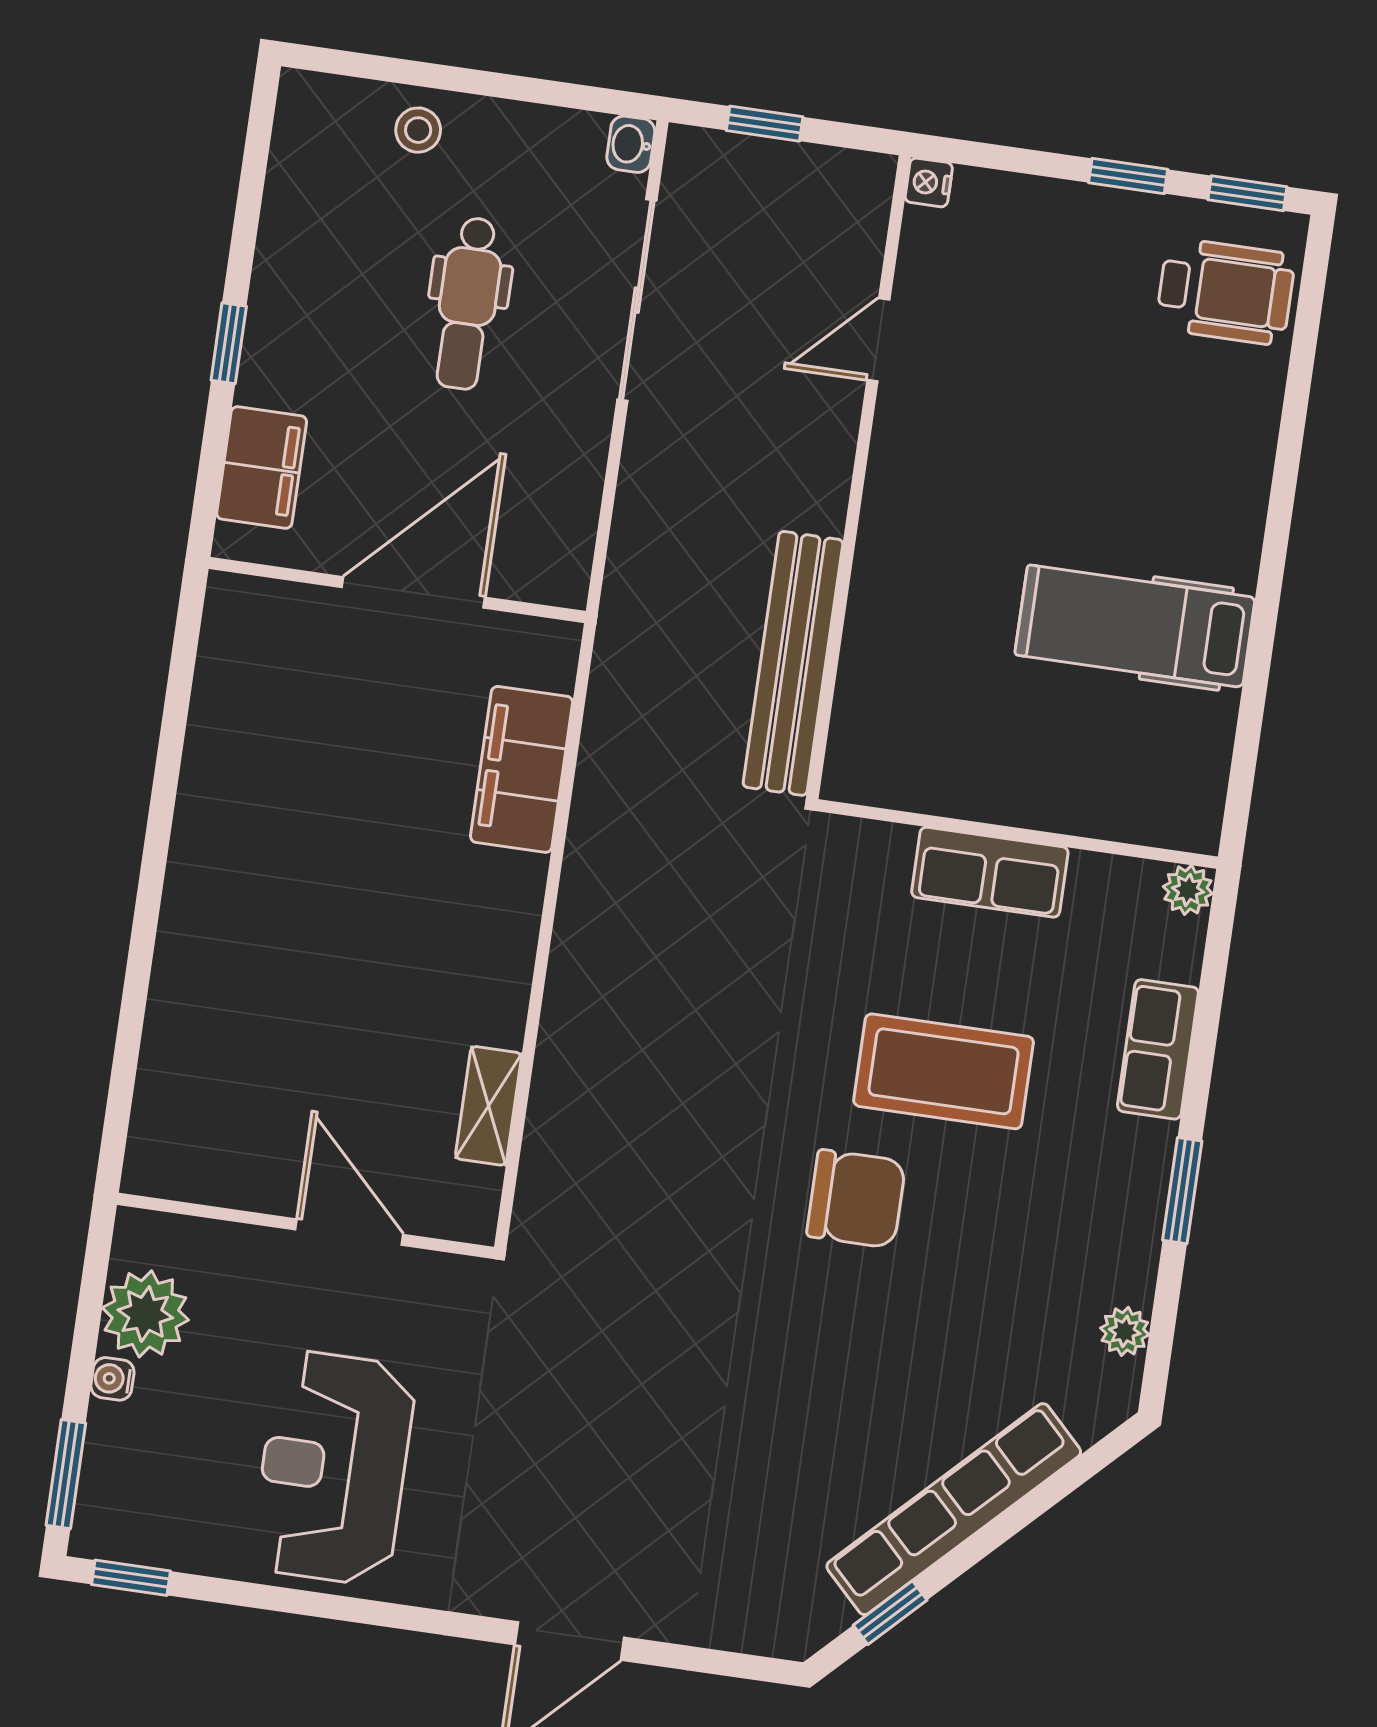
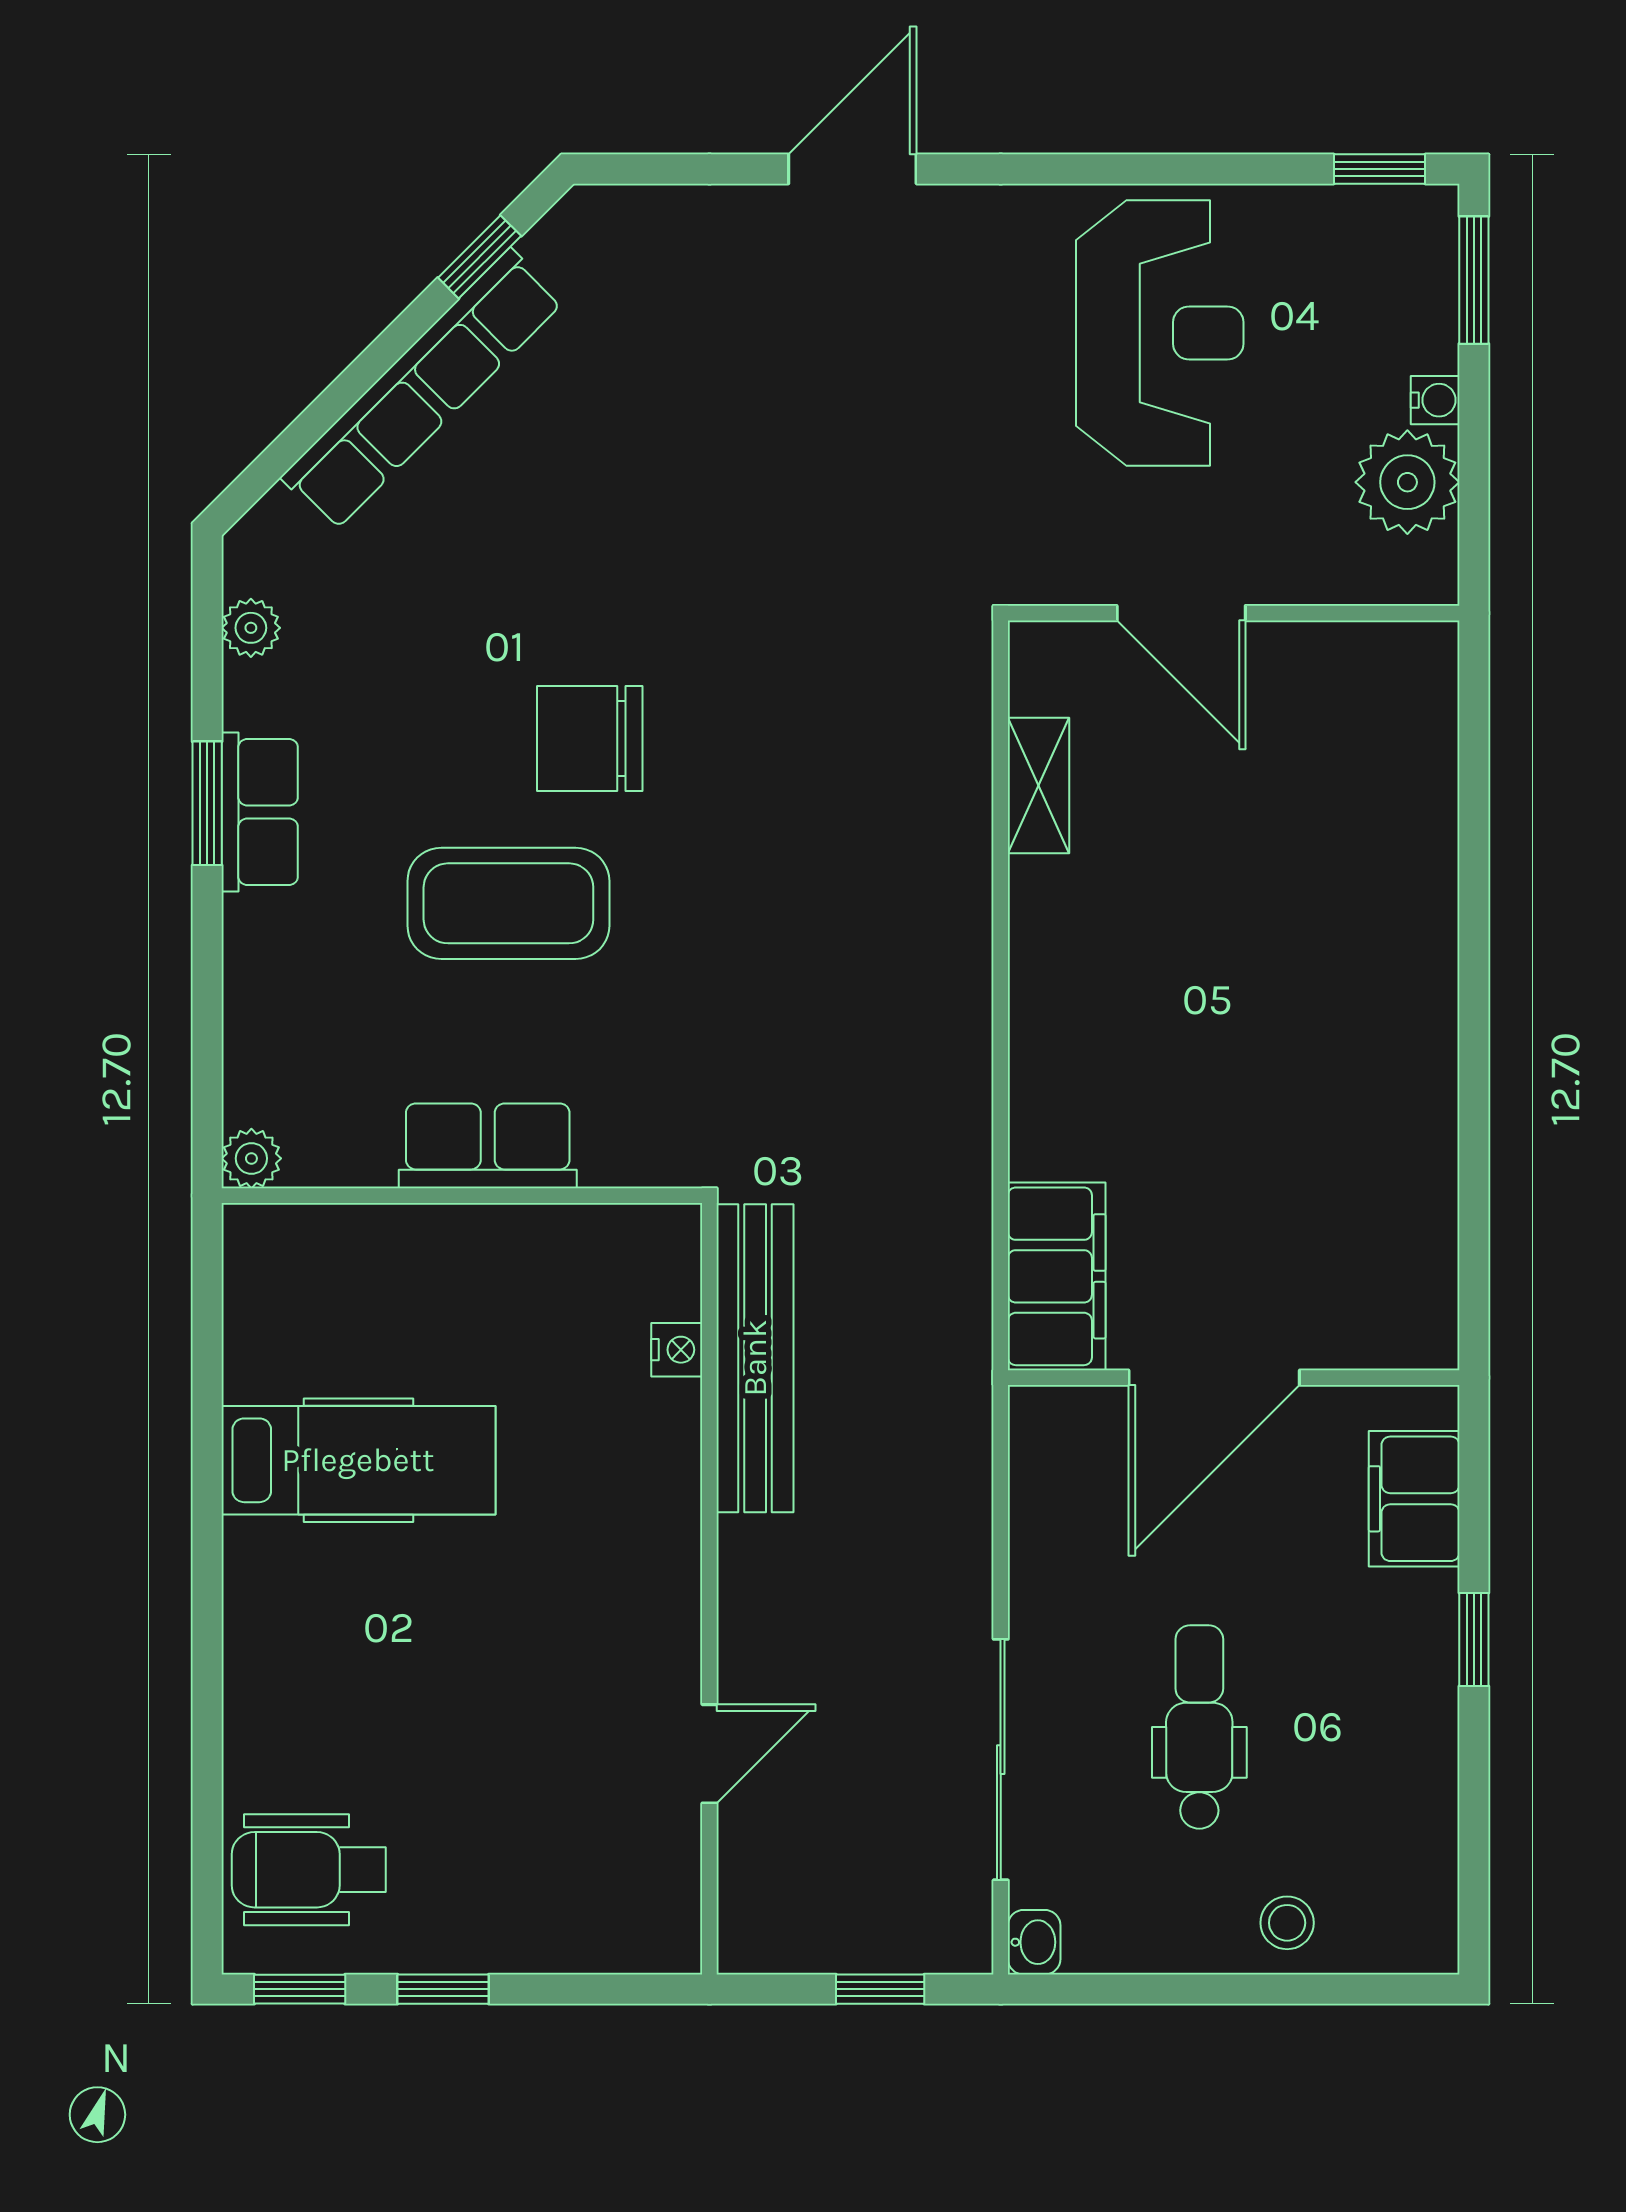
nightstand: (929, 182) -> (677, 1350), moved
filing cabinet: (522, 769) -> (1057, 1276), moved
row of seats: (1158, 1049) -> (260, 812), moved

